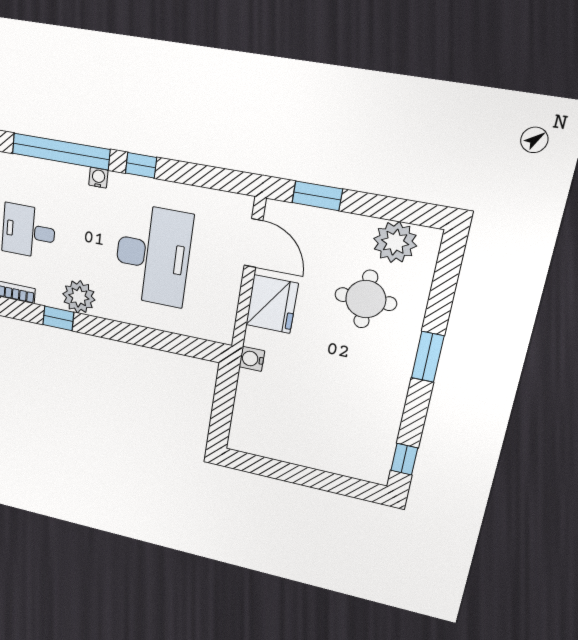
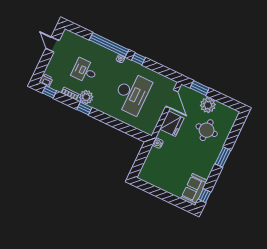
plant: (395, 242) -> (208, 105), moved
plant: (79, 297) -> (86, 97), moved
sofa: (373, 449) -> (194, 189), added

